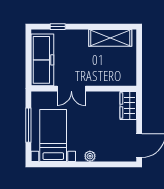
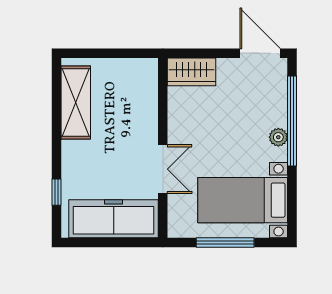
window: (99, 164) -> (292, 121), added

